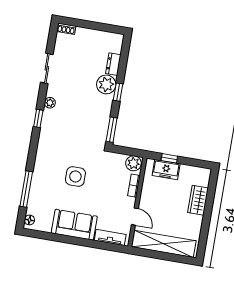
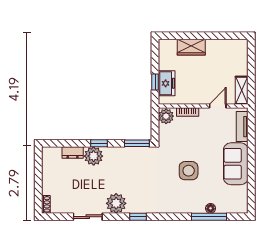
plant: (50, 103) -> (116, 203), width x1.88, depth x1.88
floor lamp: (29, 220) -> (211, 208), moved
shelving: (164, 244) -> (242, 90), width x0.45, depth x0.75

